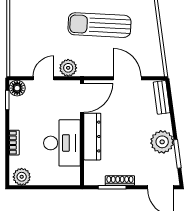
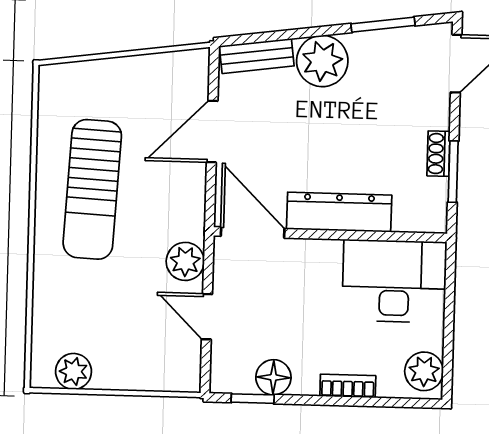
plant: (17, 19) -> (74, 371), added
floor lamp: (17, 88) -> (273, 377), moved
plant: (162, 142) -> (322, 61), moved
desk: (62, 143) -> (394, 281), moved
shoe rack: (120, 181) -> (438, 154), width x0.70

